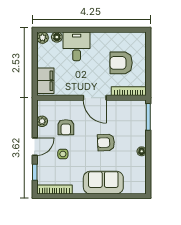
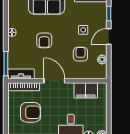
filing cabinet: (45, 81) -> (86, 90), moved, turned -90
tv unit: (132, 105) -> (21, 74), added
armchair: (106, 142) -> (44, 40), turned 93

